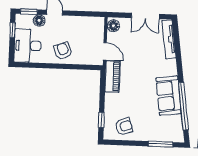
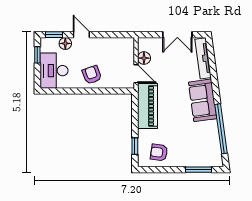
floor lamp: (113, 26) -> (144, 58), moved
piano: (112, 76) -> (147, 106), width x1.37, depth x1.33
sofa: (169, 96) -> (203, 100), moved
armchair: (124, 127) -> (159, 152), turned -153

